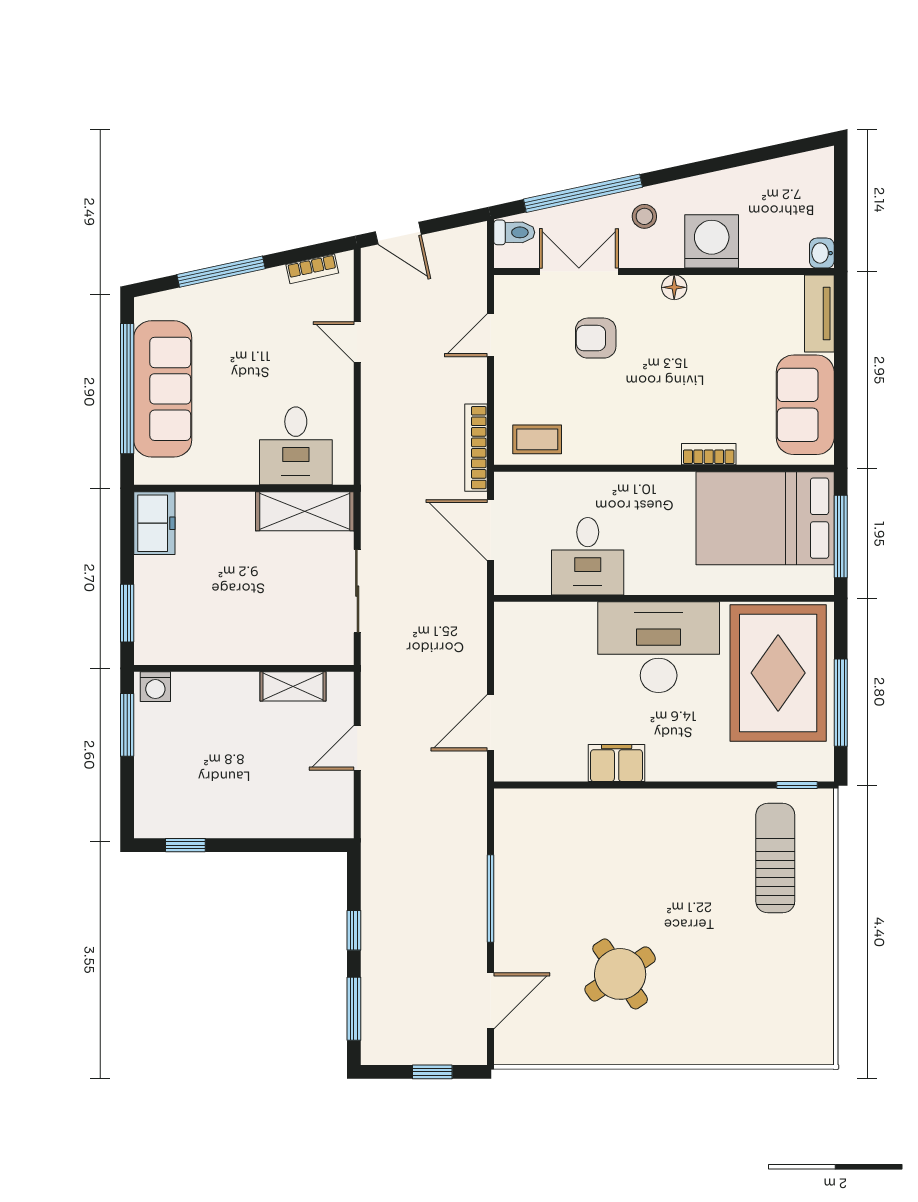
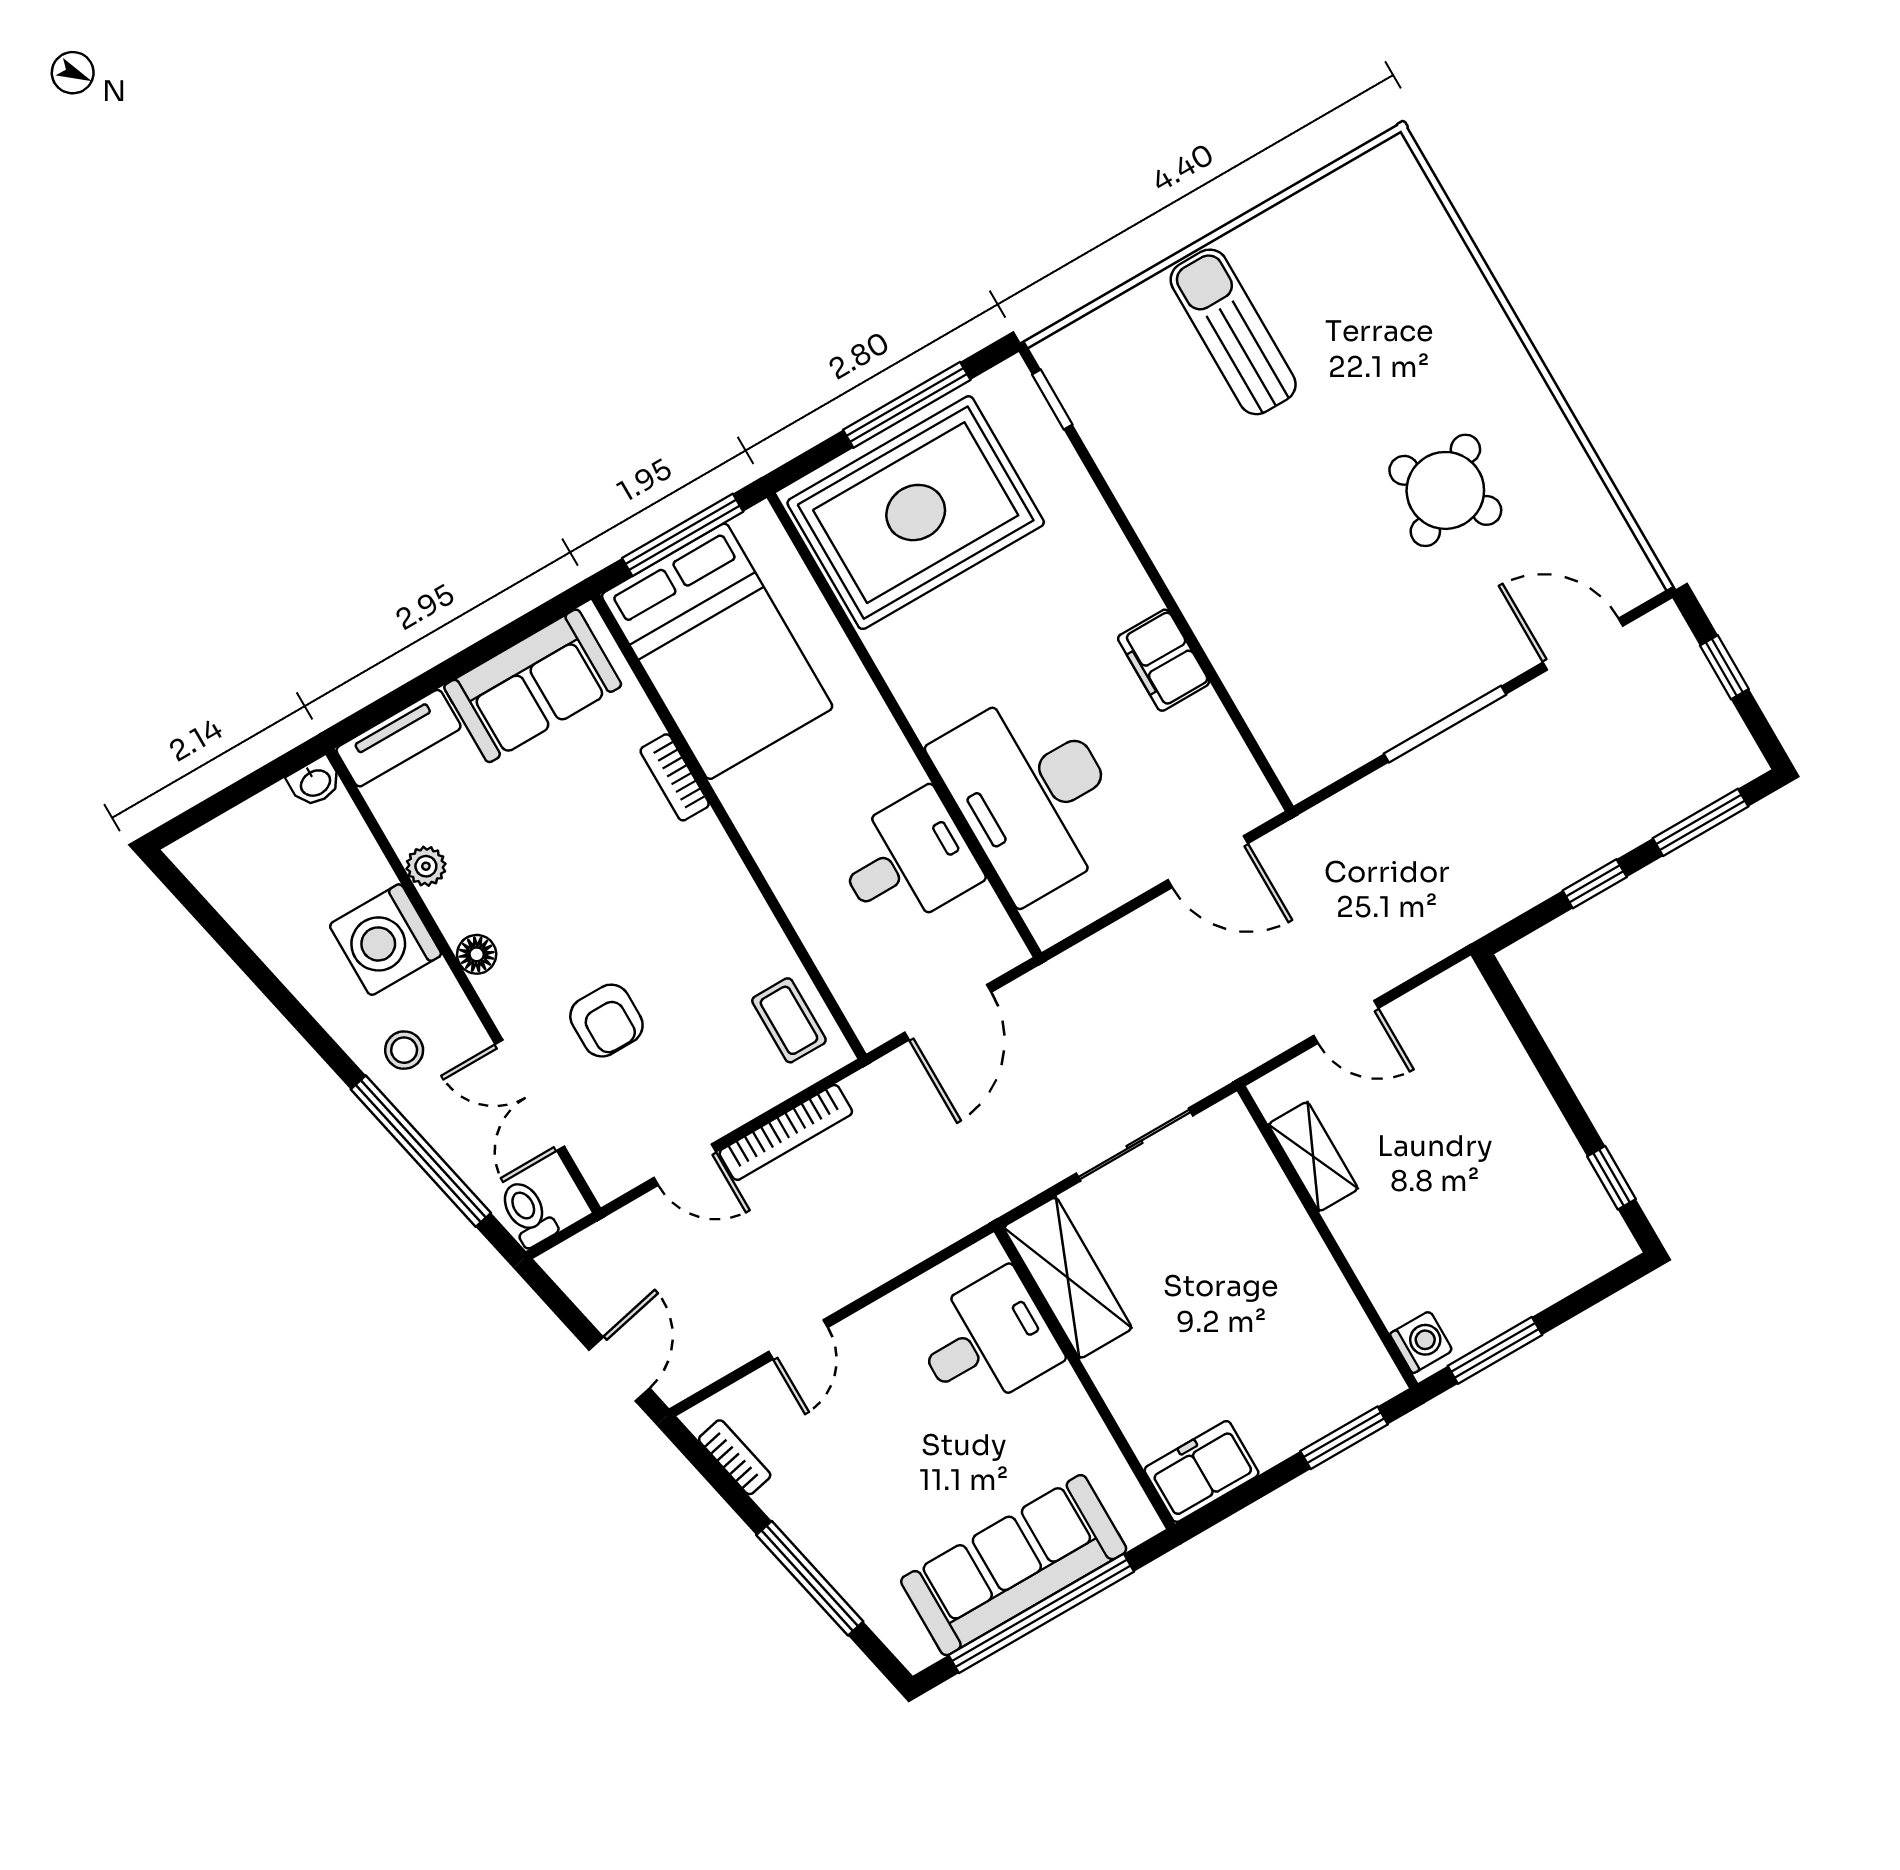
plant: (739, 288) -> (426, 866), added
bookcase: (476, 448) -> (786, 1132), moved
desk: (659, 647) -> (1032, 793), moved
sun lounger: (775, 858) -> (1233, 332), moved, turned 90

